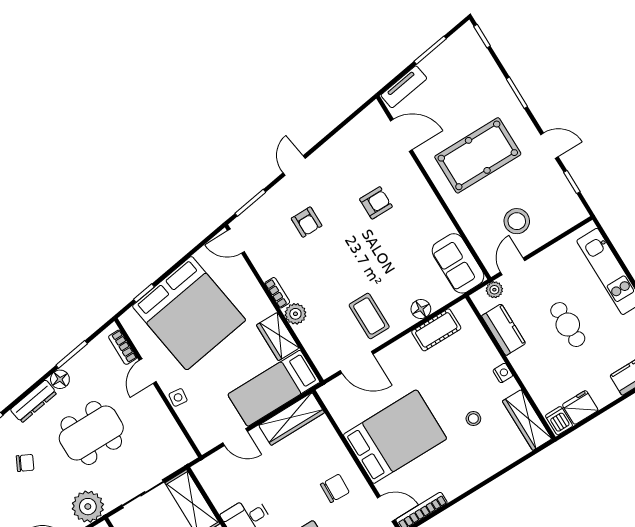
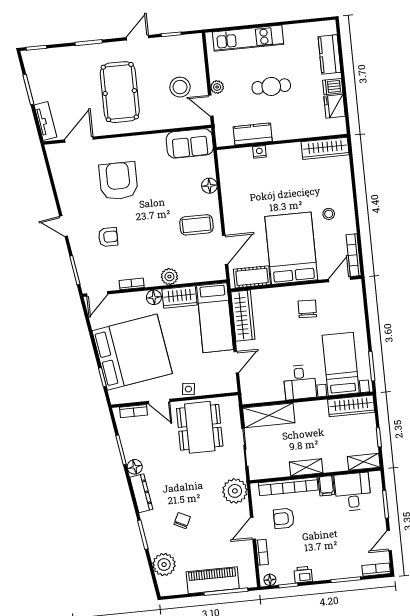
armchair: (376, 203) -> (118, 181), width x1.88, depth x1.88
plant: (494, 290) -> (217, 87), moved
bookcase: (277, 293) -> (132, 284), moved
floor lamp: (263, 308) -> (154, 297), added
cot: (436, 330) -> (252, 277), moved, turned 90
nightstand: (503, 373) -> (259, 152), moved
stool: (473, 419) -> (329, 214), moved
dishwasher: (559, 421) -> (333, 87), moved
dining table: (91, 433) -> (200, 427), moved

